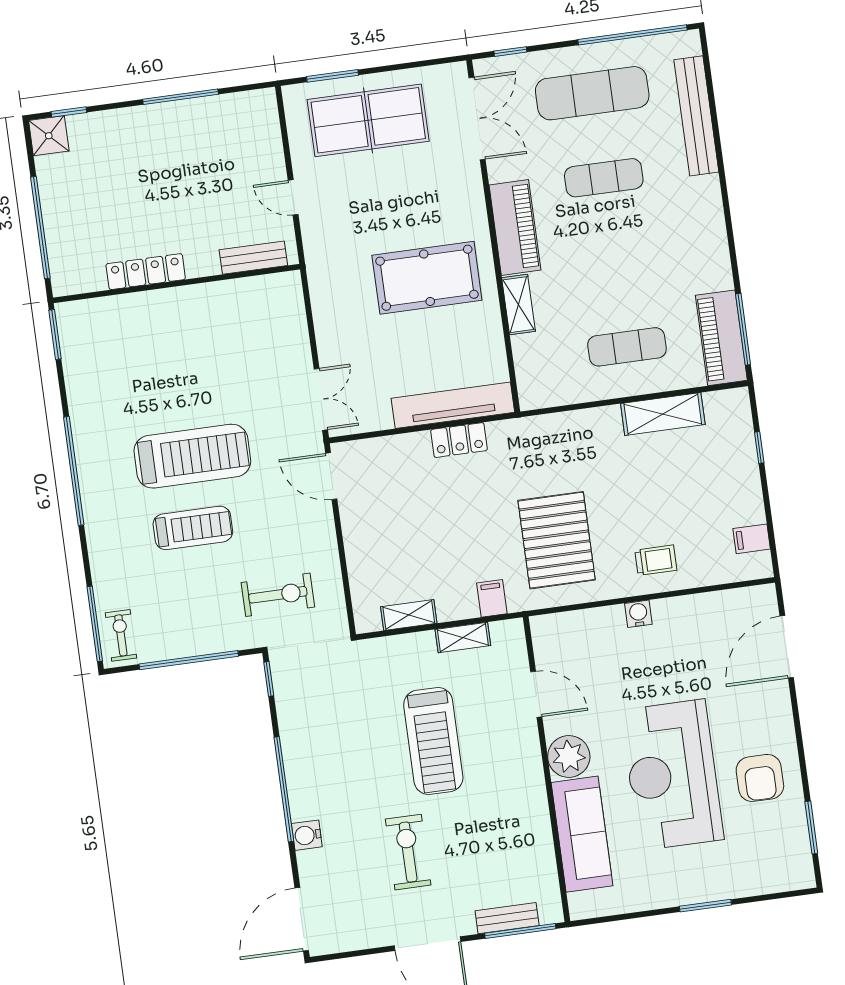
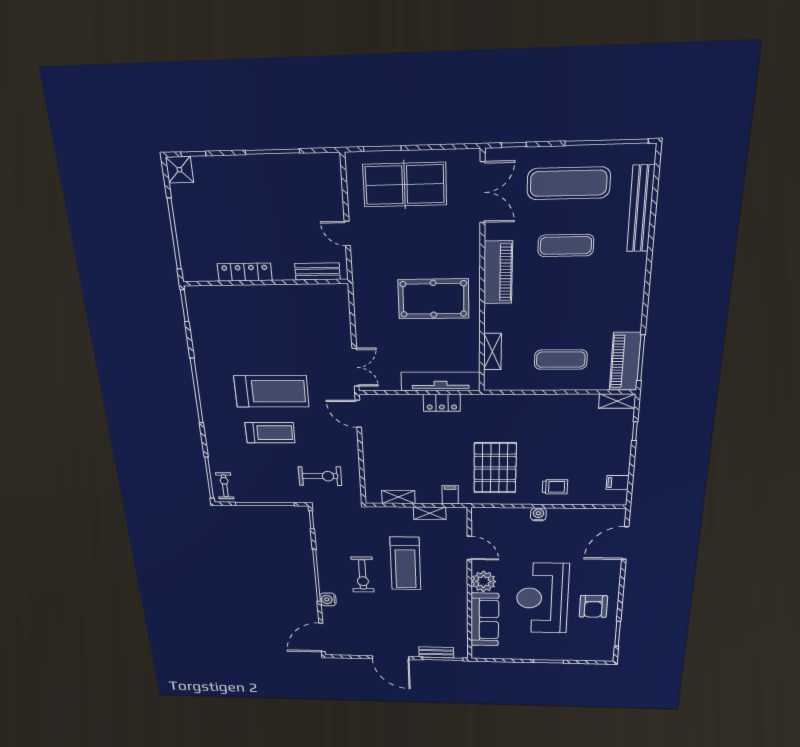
shelving: (519, 305) -> (492, 352), moved
shelving: (663, 414) -> (617, 401), moved, width x0.67, depth x0.75
exercise bike: (408, 852) -> (363, 575), moved, turned 180

